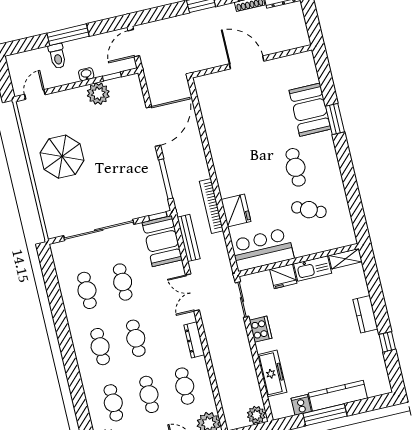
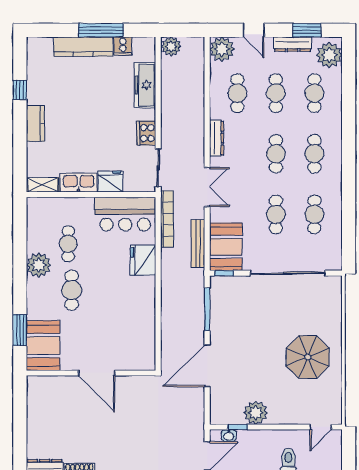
wall: (252, 61) -> (91, 373), moved
door: (247, 62) -> (97, 373), moved
washbasin: (86, 74) -> (229, 435), moved
plant: (332, 183) -> (39, 265), added
bookcase: (211, 206) -> (167, 219), moved
cafe table: (309, 210) -> (68, 244), turned 66

